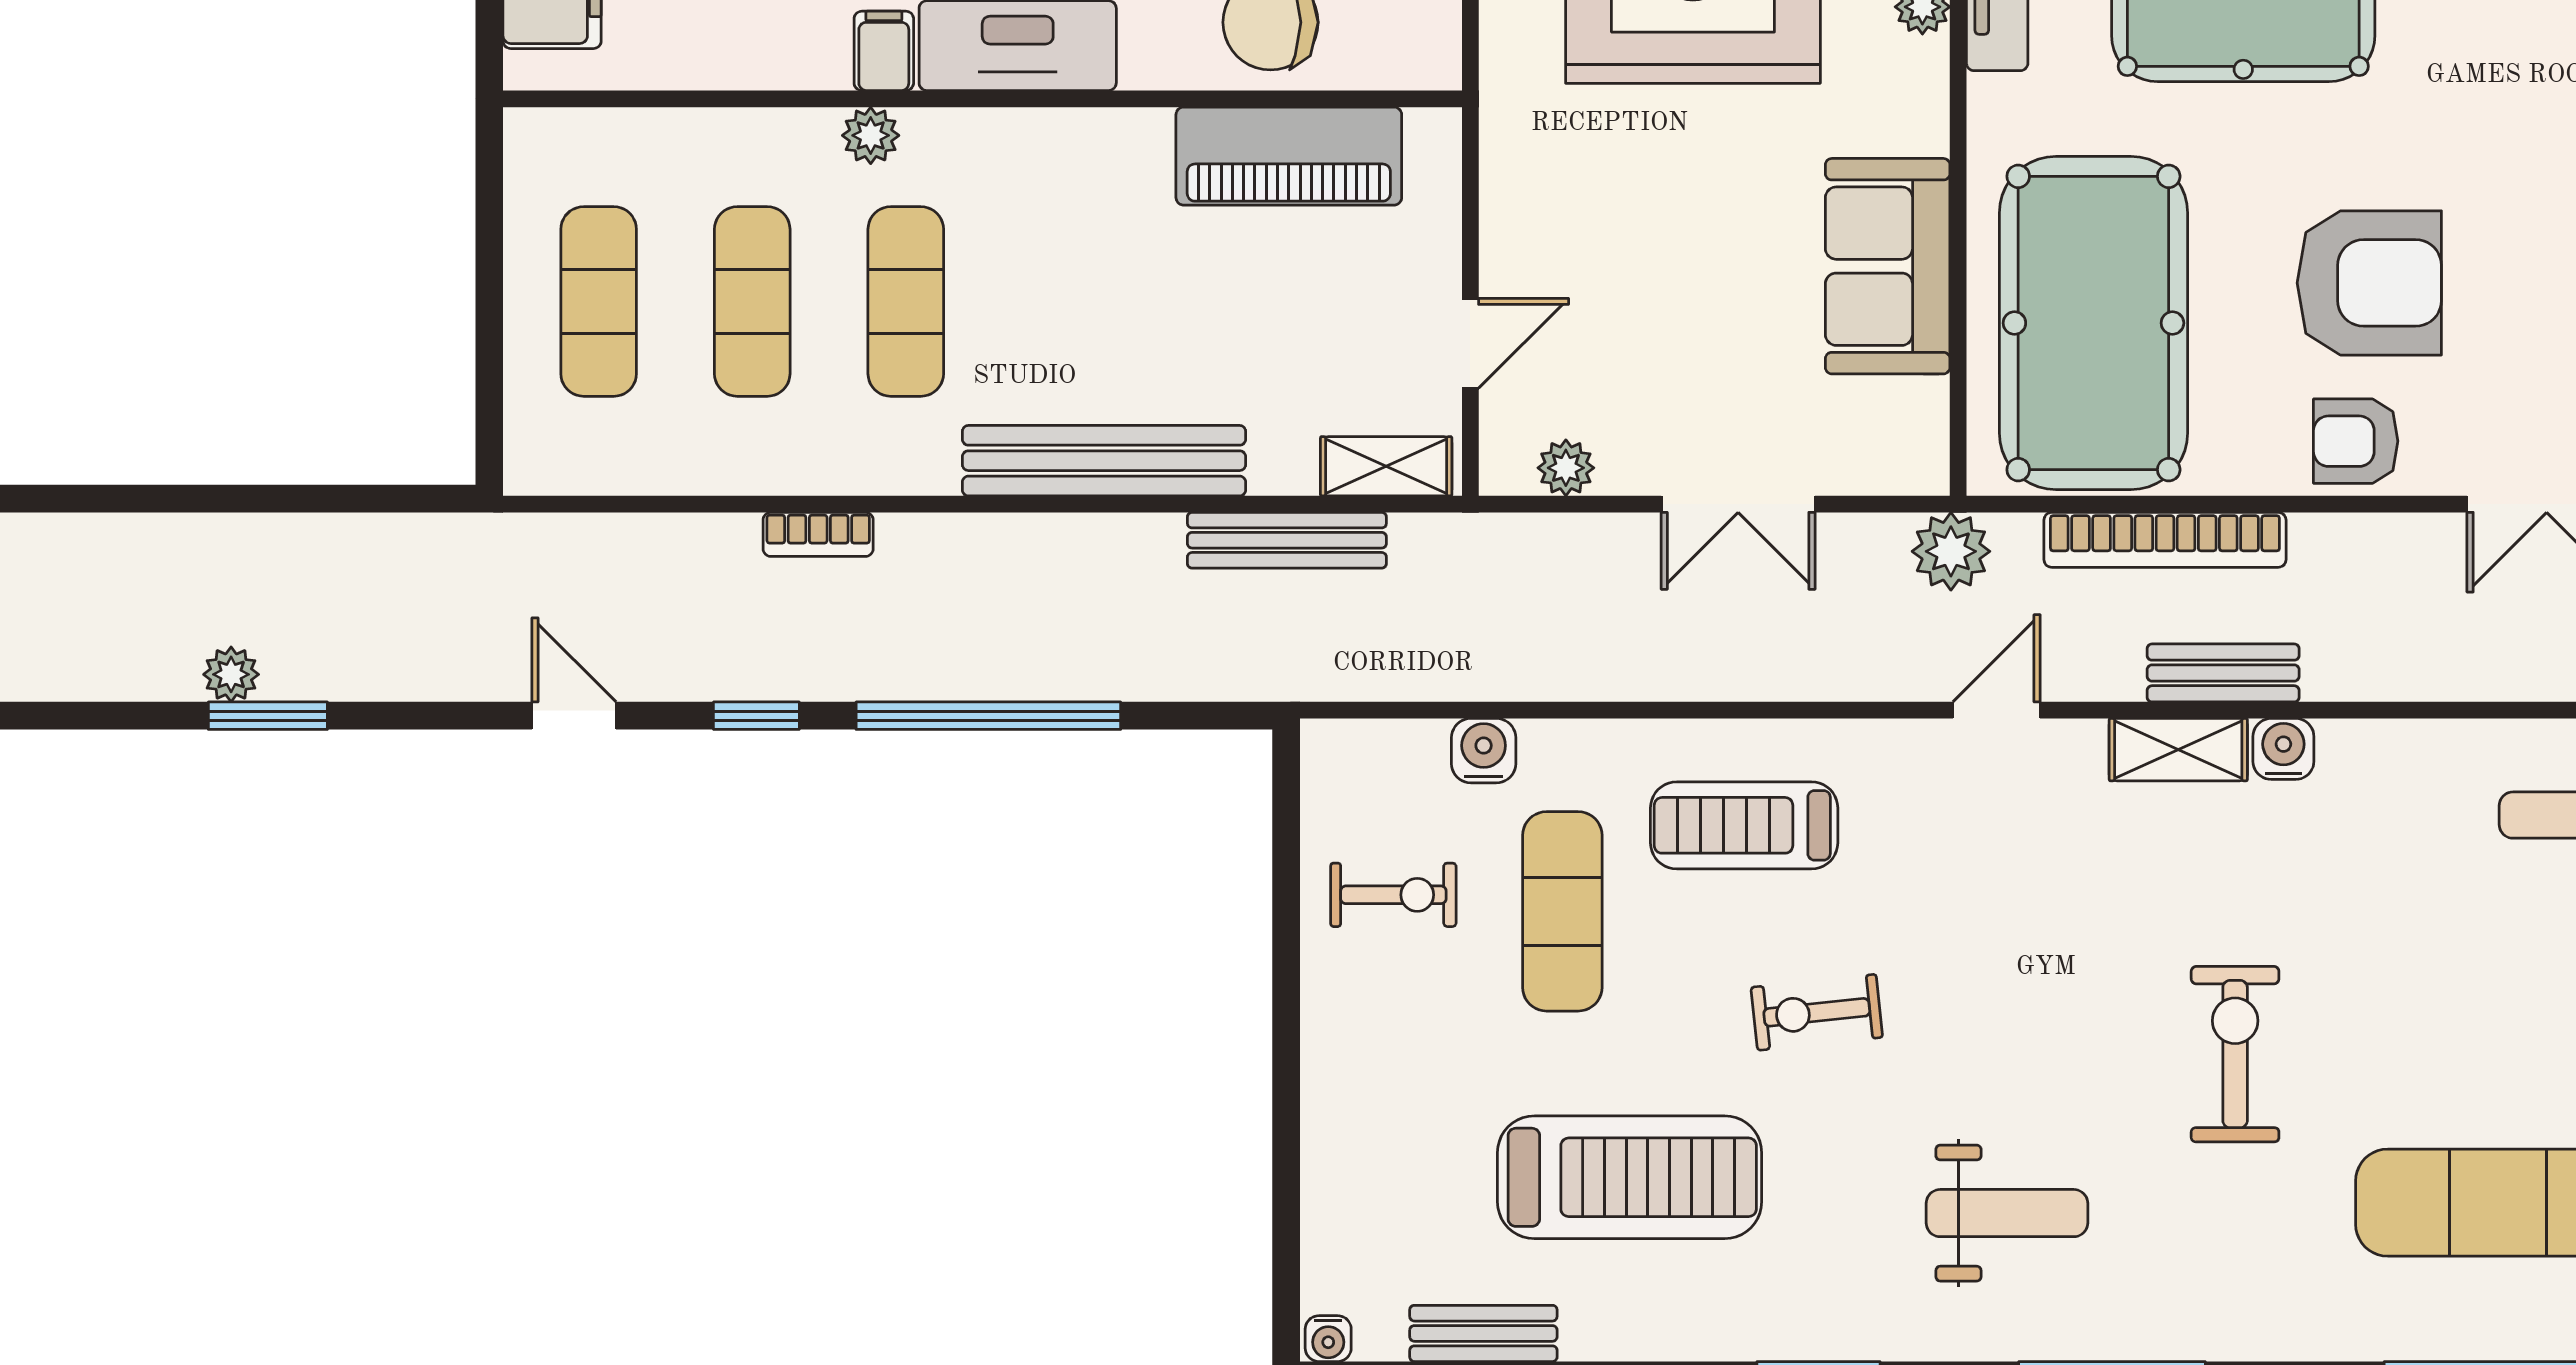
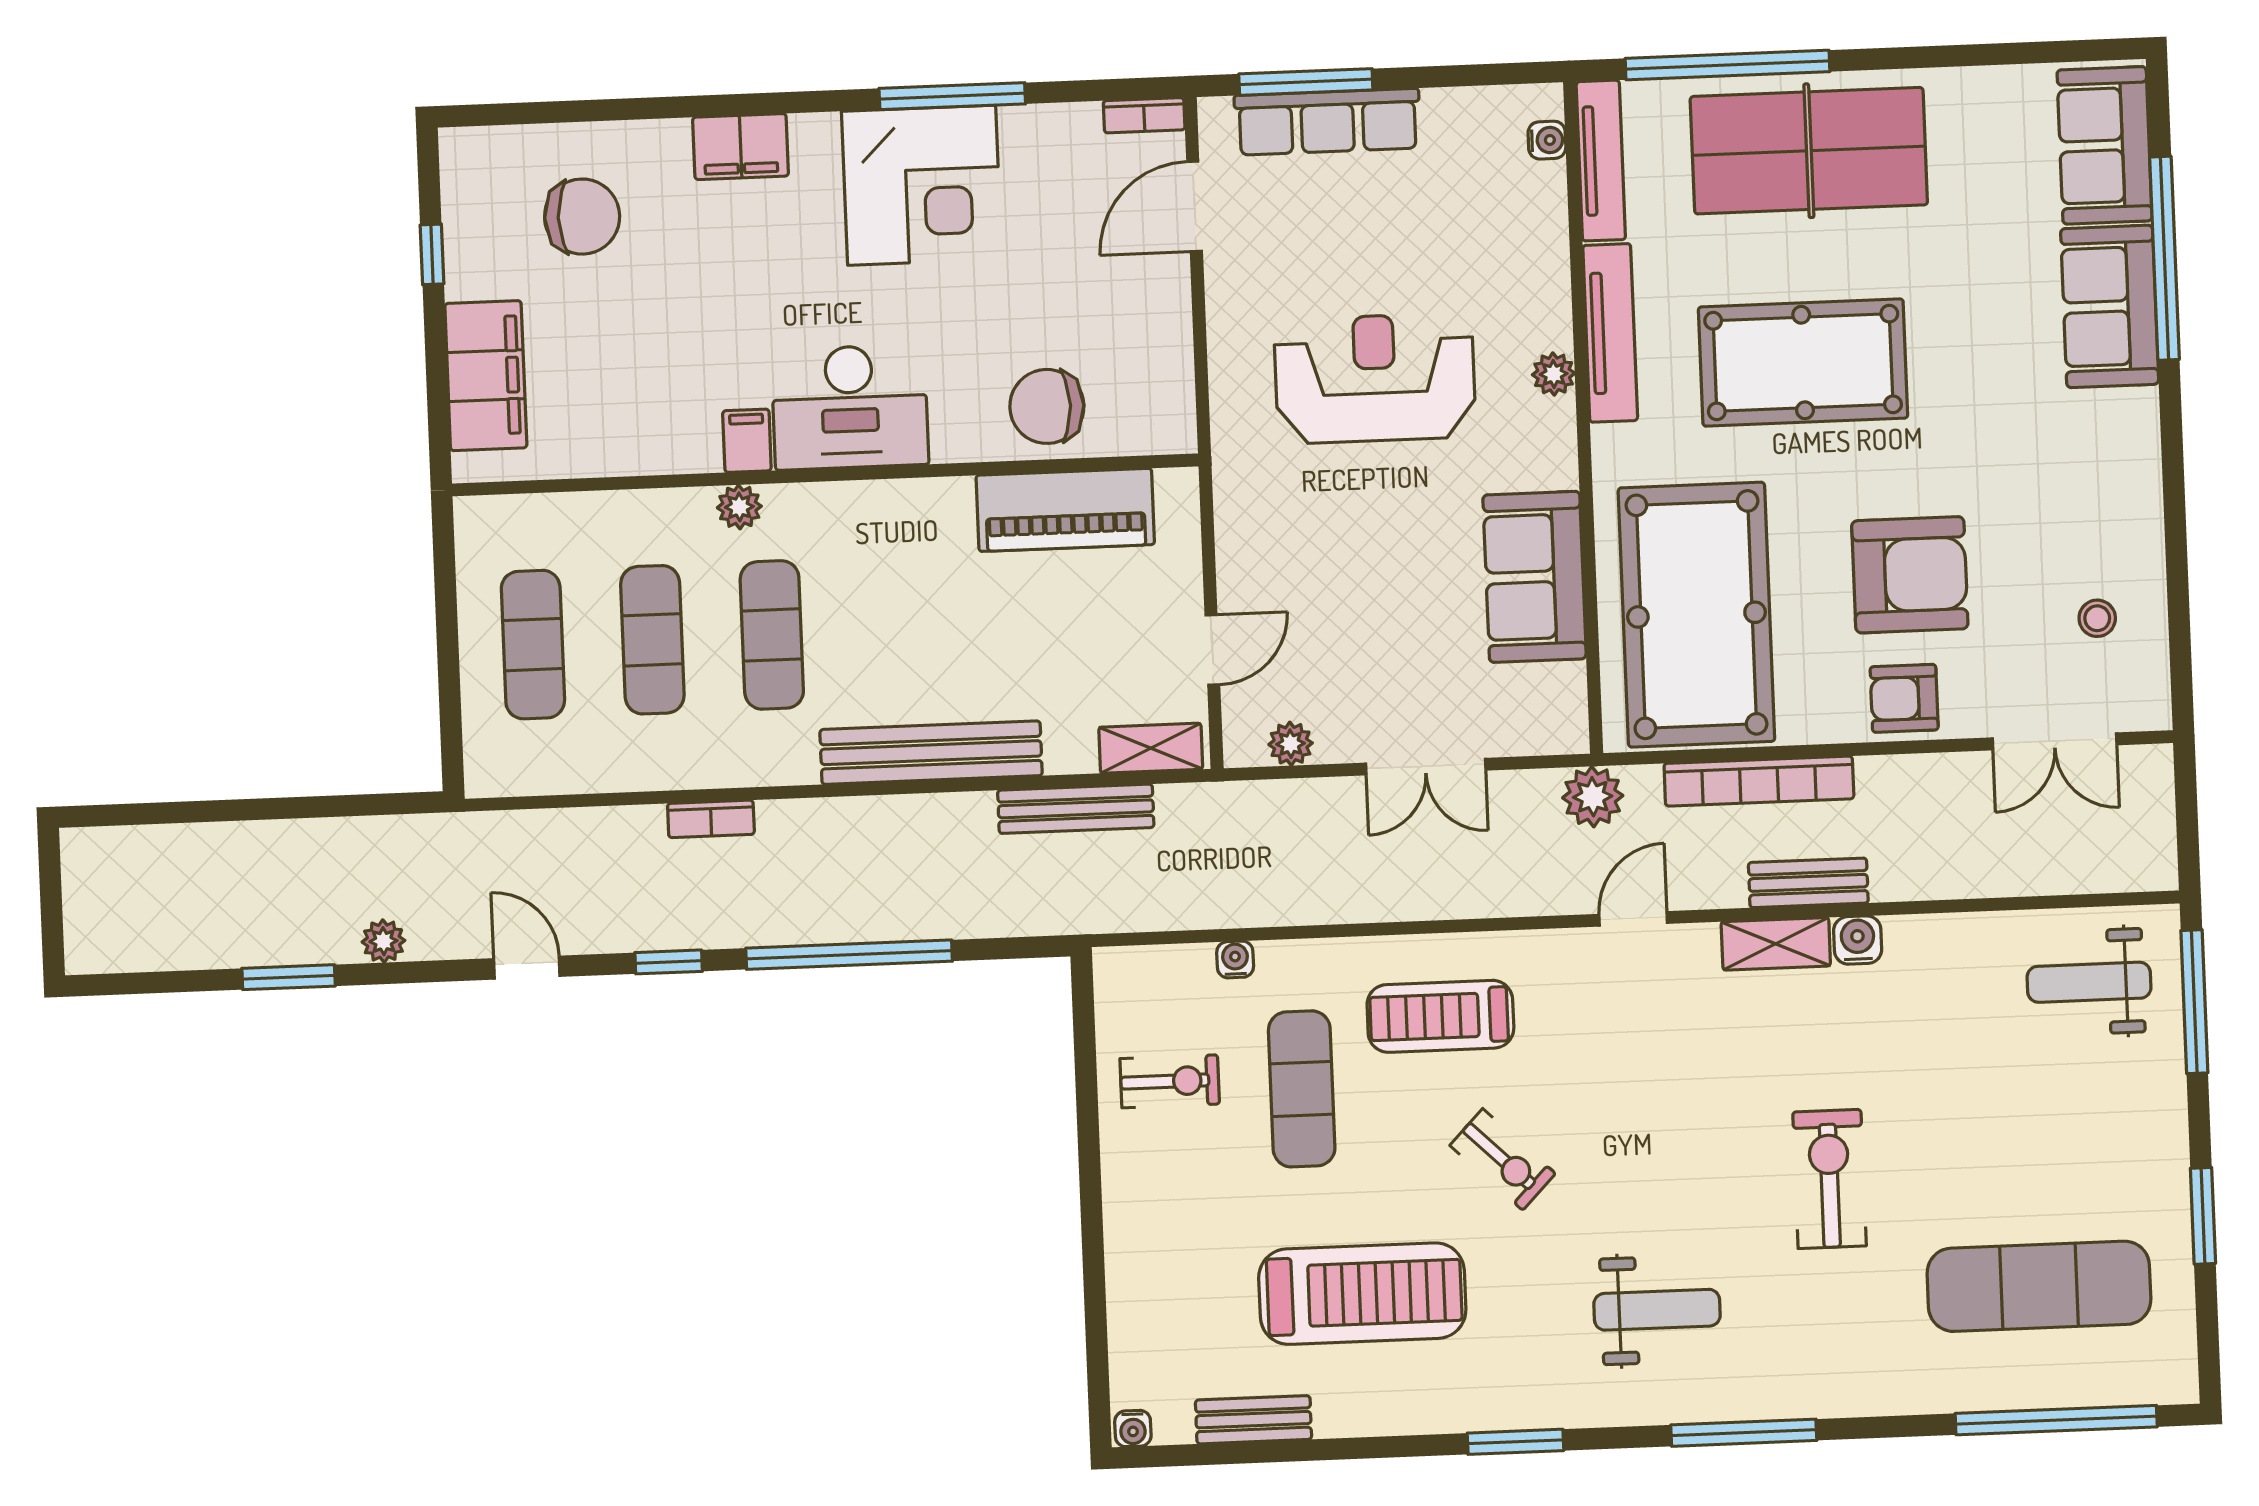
plant: (231, 674) -> (383, 941), moved
water cooler: (1484, 751) -> (1235, 959), width x0.72, depth x0.72
exercise bike: (1817, 1012) -> (1503, 1159), turned -130

